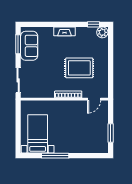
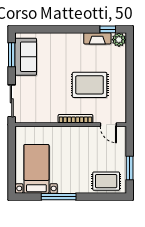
fireplace: (64, 31) -> (97, 38), moved
door: (94, 99) -> (108, 125), hinge flipped
rug: (92, 143) -> (106, 181), added

